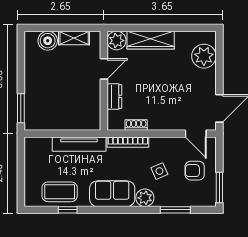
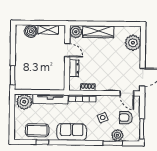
door: (104, 69) -> (67, 50), hinge flipped
plant: (39, 149) -> (24, 102), added
plant: (145, 198) -> (117, 135), moved

